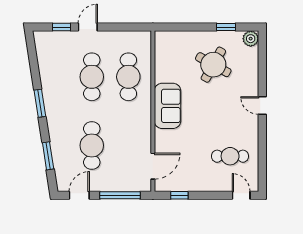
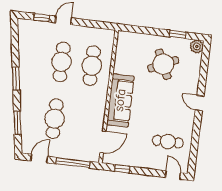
round table: (213, 65) -> (163, 64), turned 36
sofa: (167, 106) -> (120, 100), width x1.36

